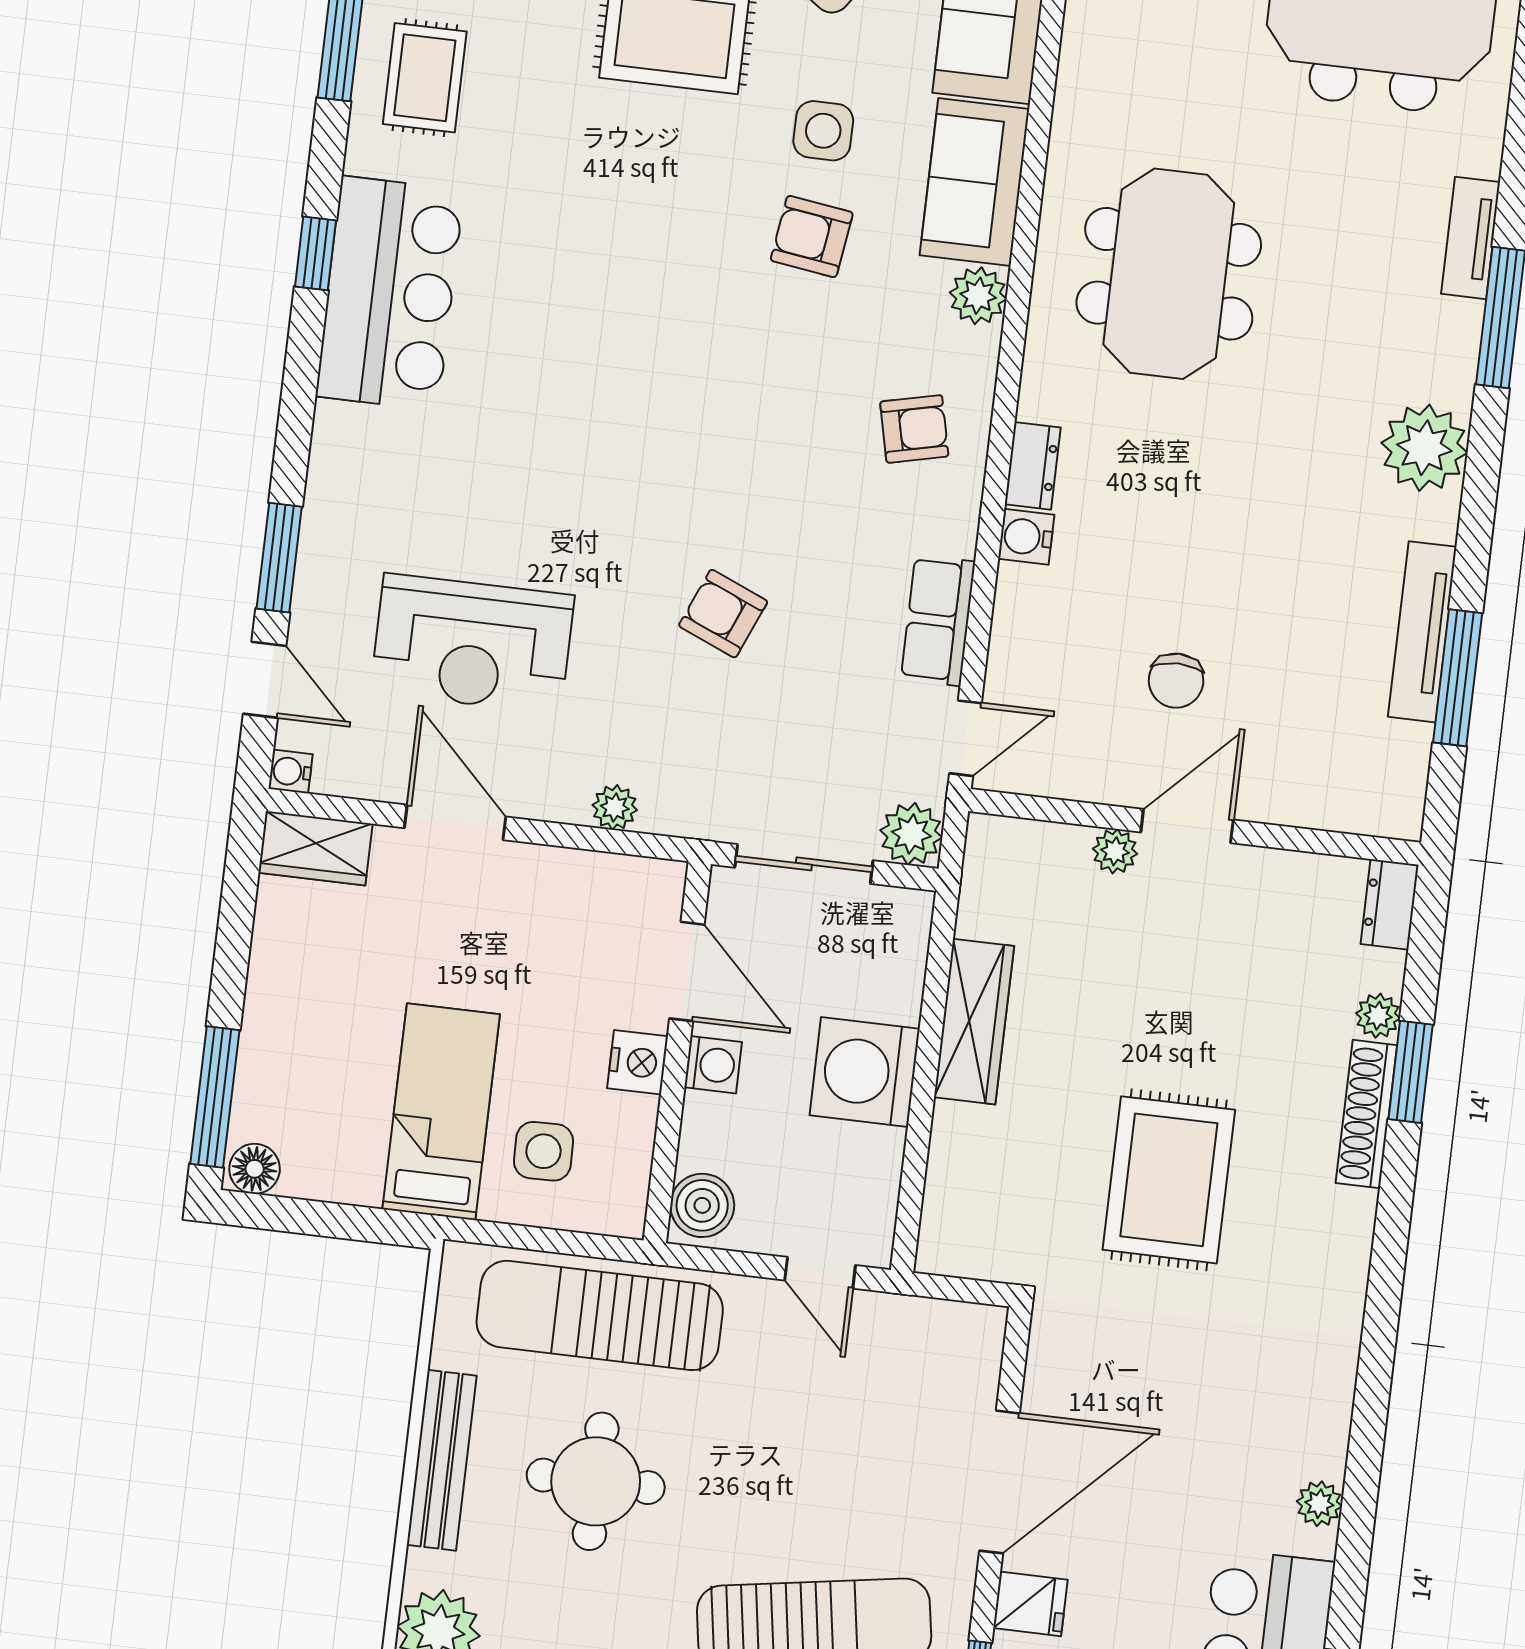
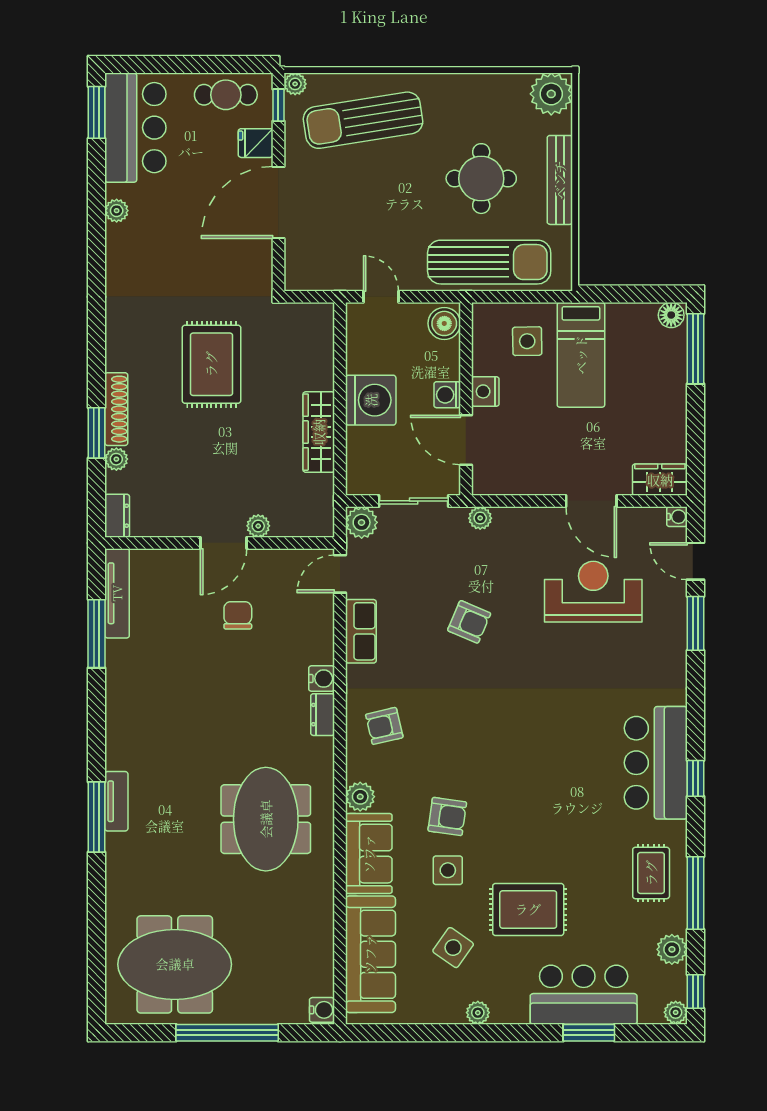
tv unit: (1471, 238) -> (116, 801), moved
plant: (1424, 448) -> (127, 747), removed
tv unit: (1422, 632) -> (117, 593), moved
plant: (615, 807) -> (480, 518), moved

